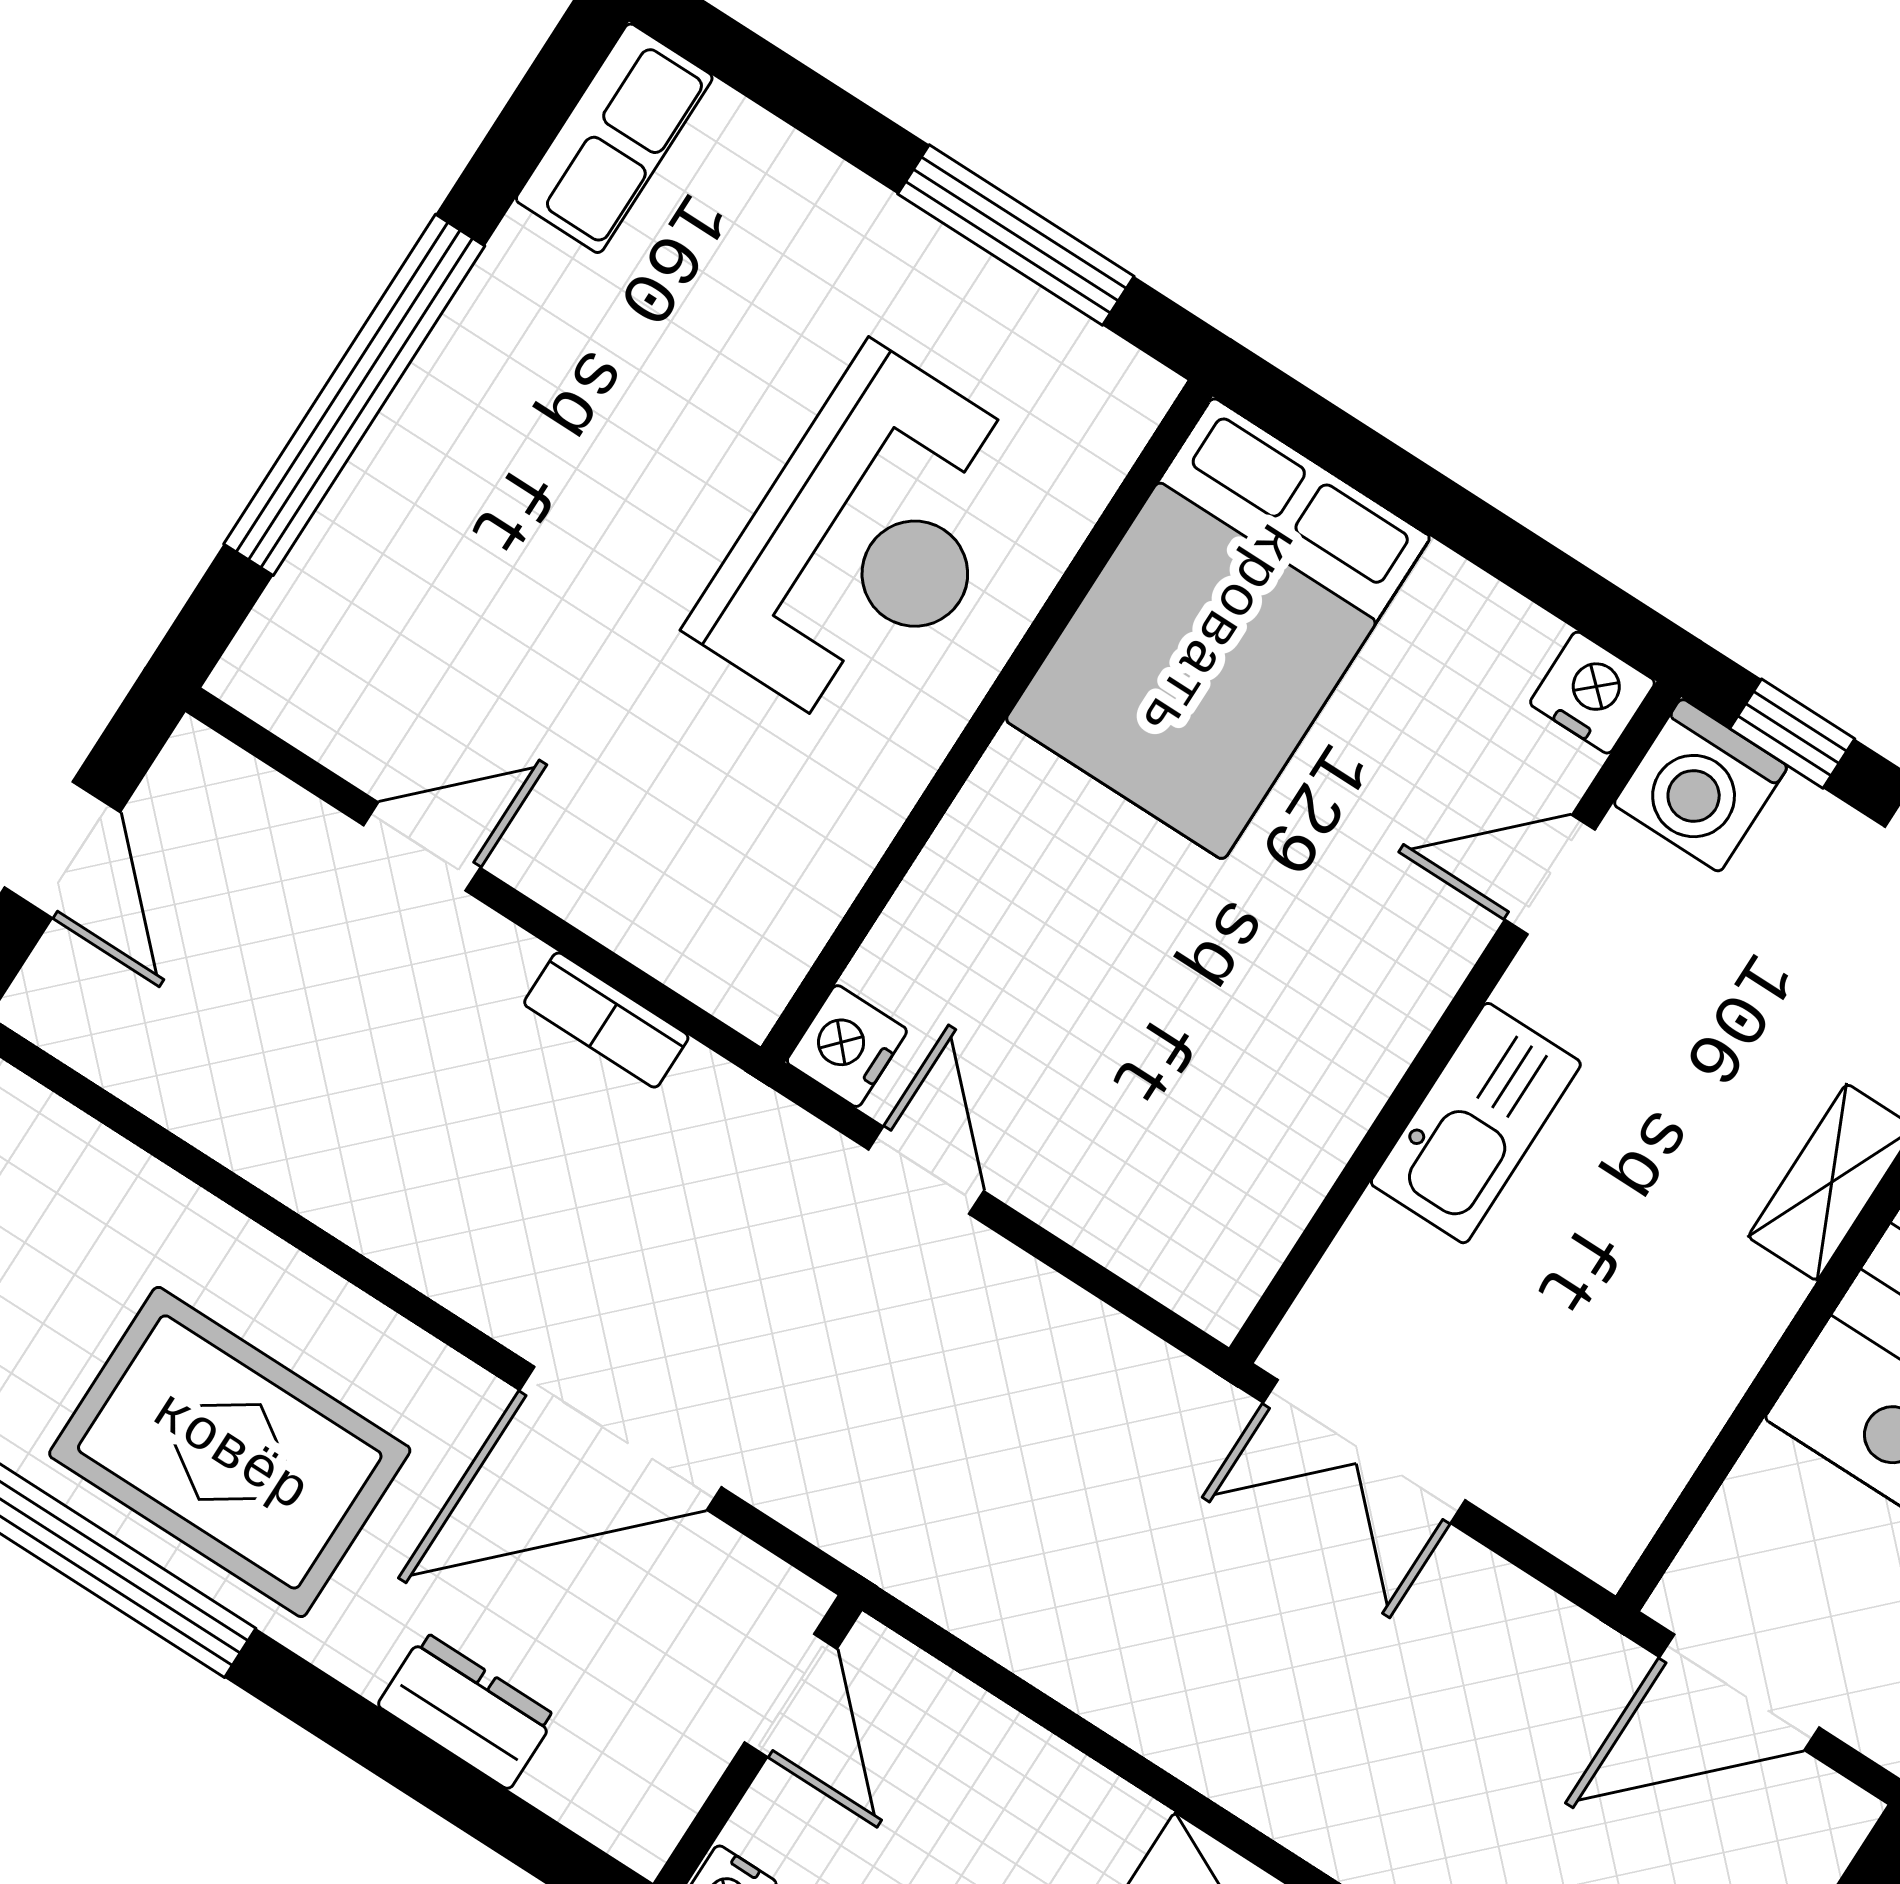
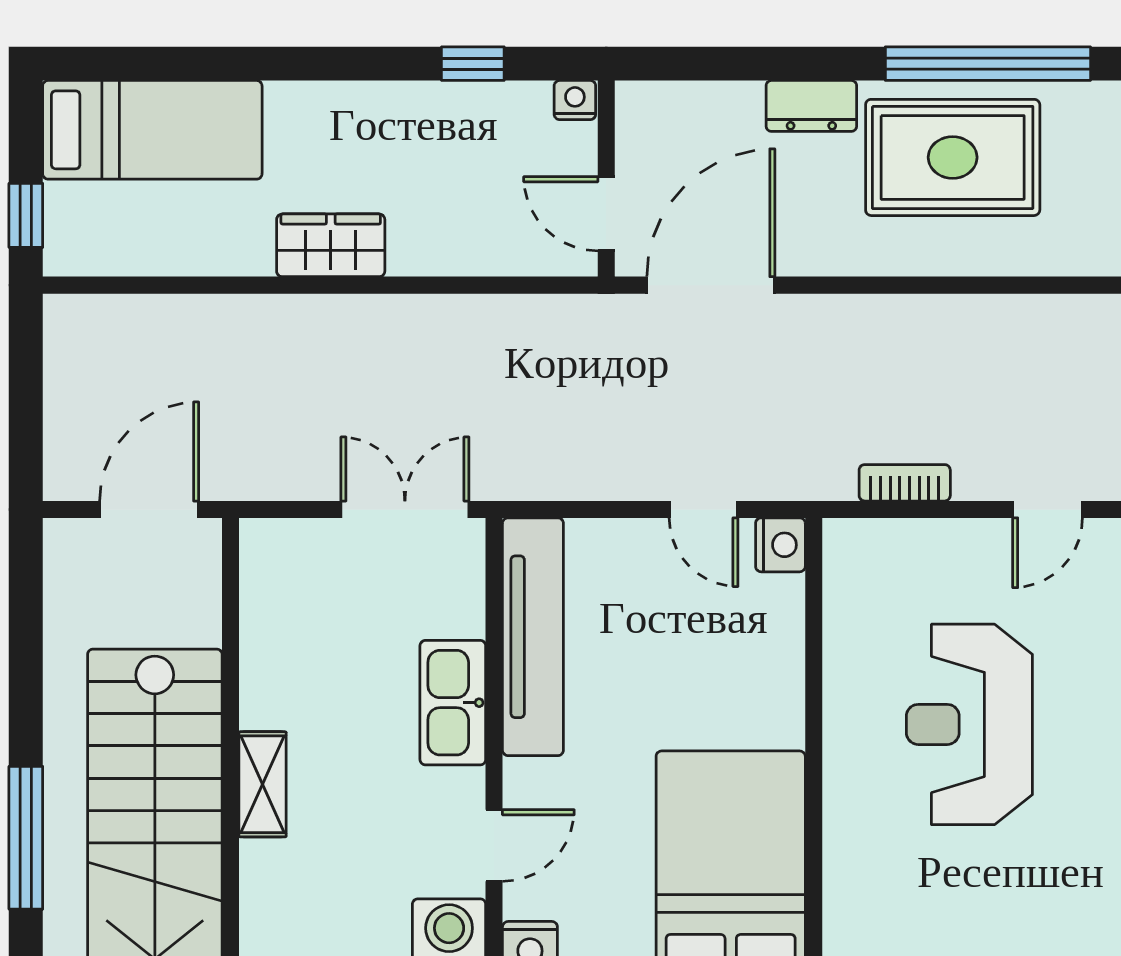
reception desk: (867, 543) -> (969, 724), moved
tv unit: (1296, 1144) -> (533, 637), added
door: (621, 1438) -> (711, 285), moved
dresser: (467, 1711) -> (811, 106), moved

